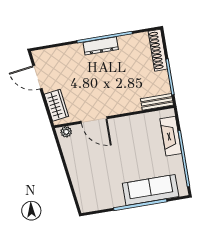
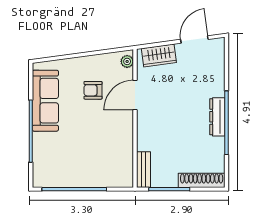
fireplace: (171, 136) -> (102, 179), removed
armchair: (96, 157) -> (93, 90), added
sofa: (151, 190) -> (45, 101), moved

